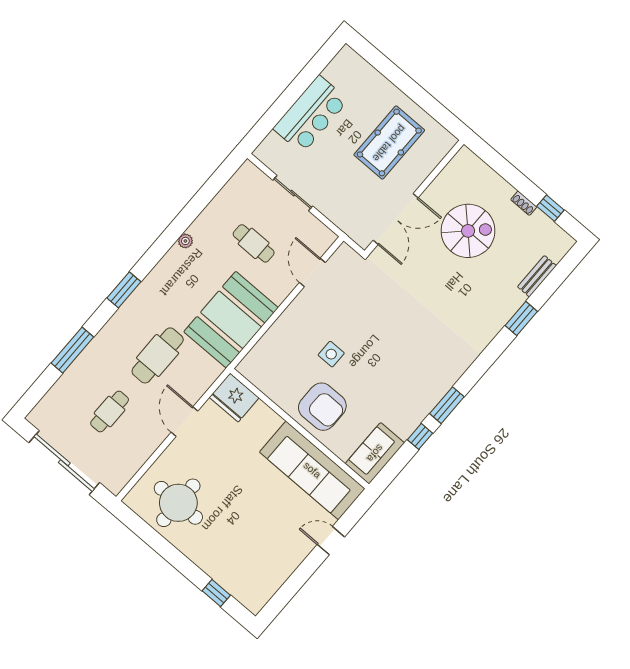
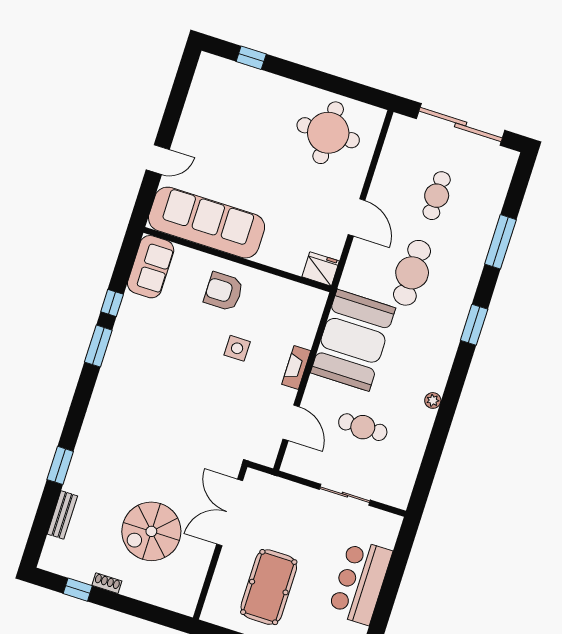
fireplace: (288, 317) -> (296, 368), added
fridge: (234, 398) -> (321, 269), width x0.73, depth x0.75
armchair: (322, 407) -> (224, 291), width x0.73, depth x0.73

